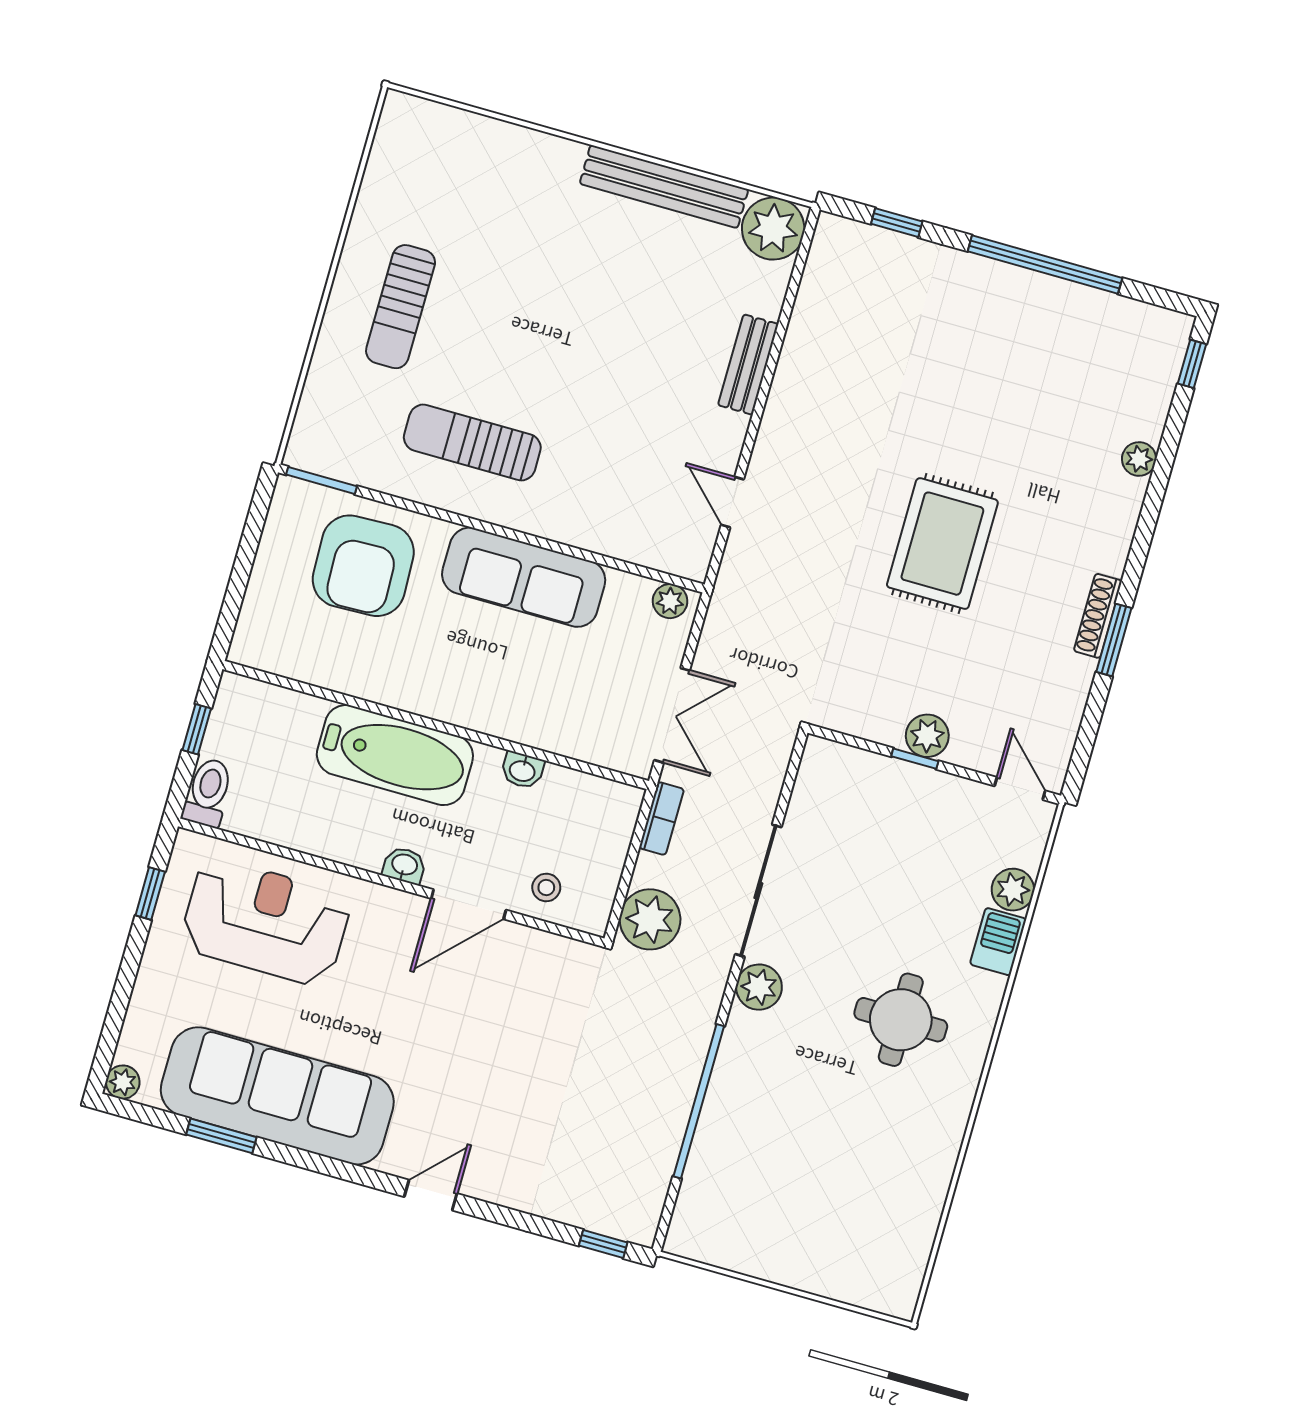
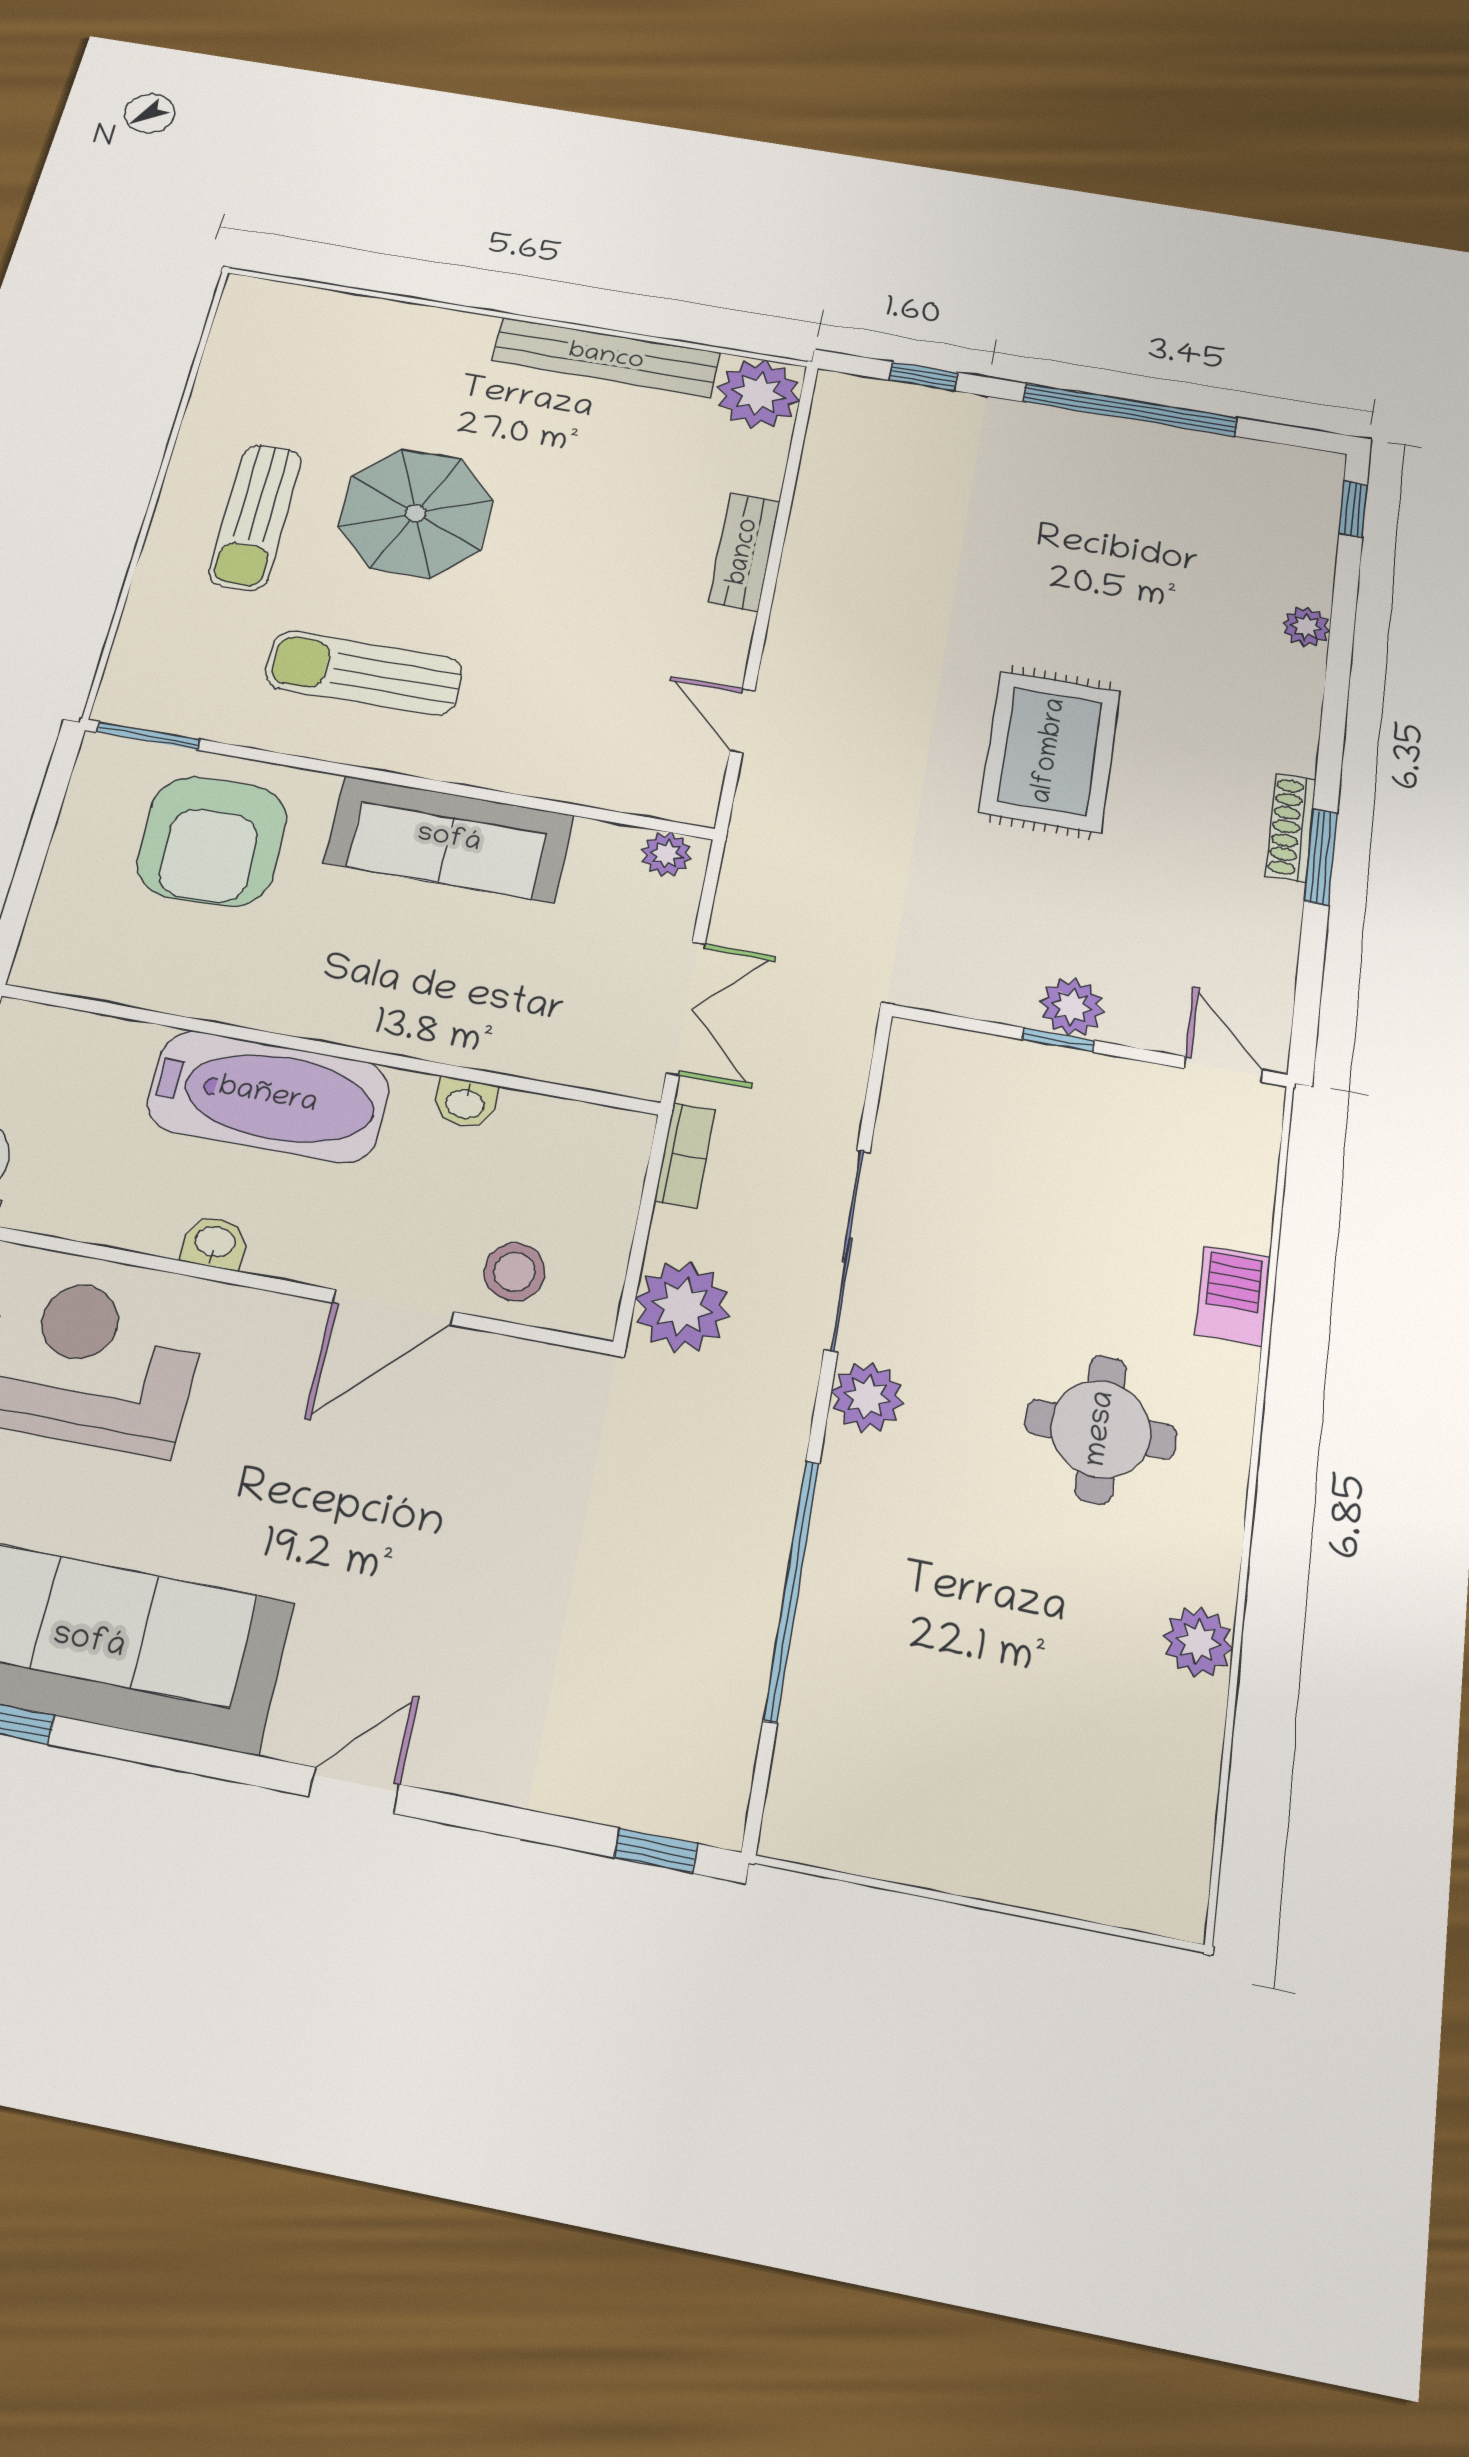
parasol: (516, 313) -> (416, 513), added
washbasin: (404, 865) -> (215, 1243), moved
stool: (546, 888) -> (515, 1272), width x1.37, depth x1.37
plant: (1013, 890) -> (1198, 1642), moved

